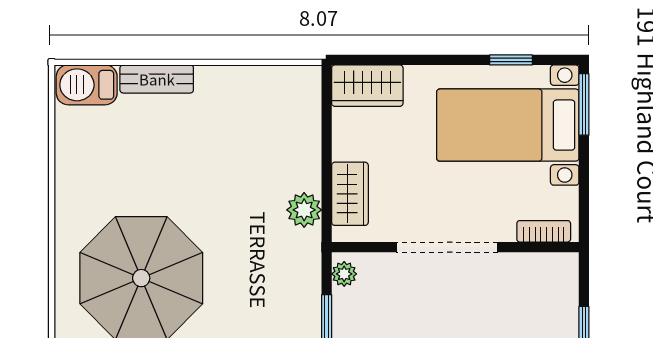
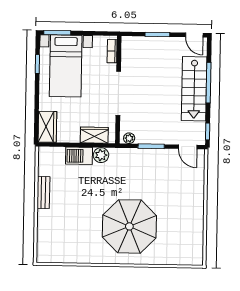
bench: (157, 79) -> (43, 193), moved
barbecue: (87, 85) -> (79, 156), moved, turned 90

